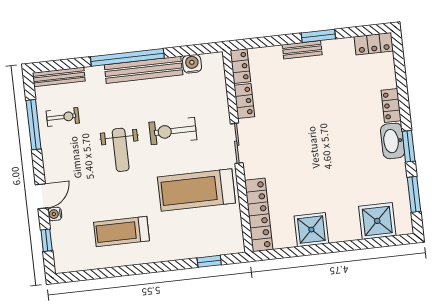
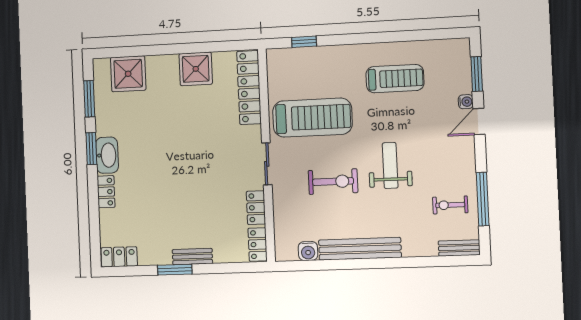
window: (127, 57) -> (376, 263), removed
bench: (59, 77) -> (459, 248), width x0.73
window: (47, 240) -> (477, 74), width x1.50

